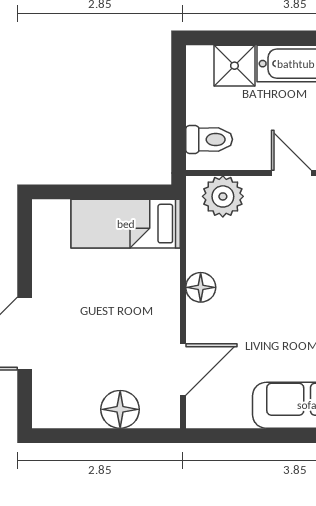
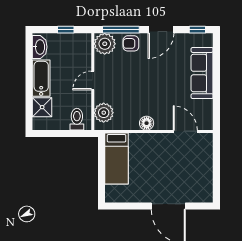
floor lamp: (120, 409) -> (204, 161), removed

